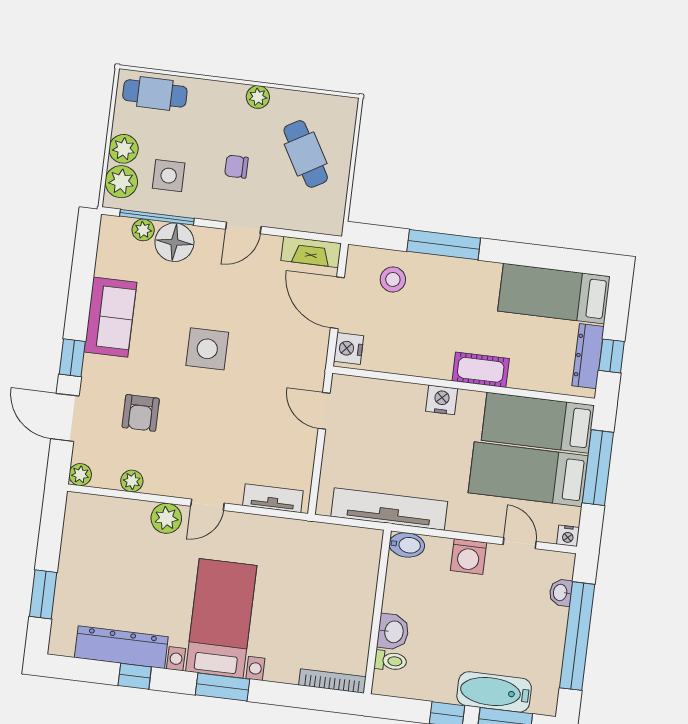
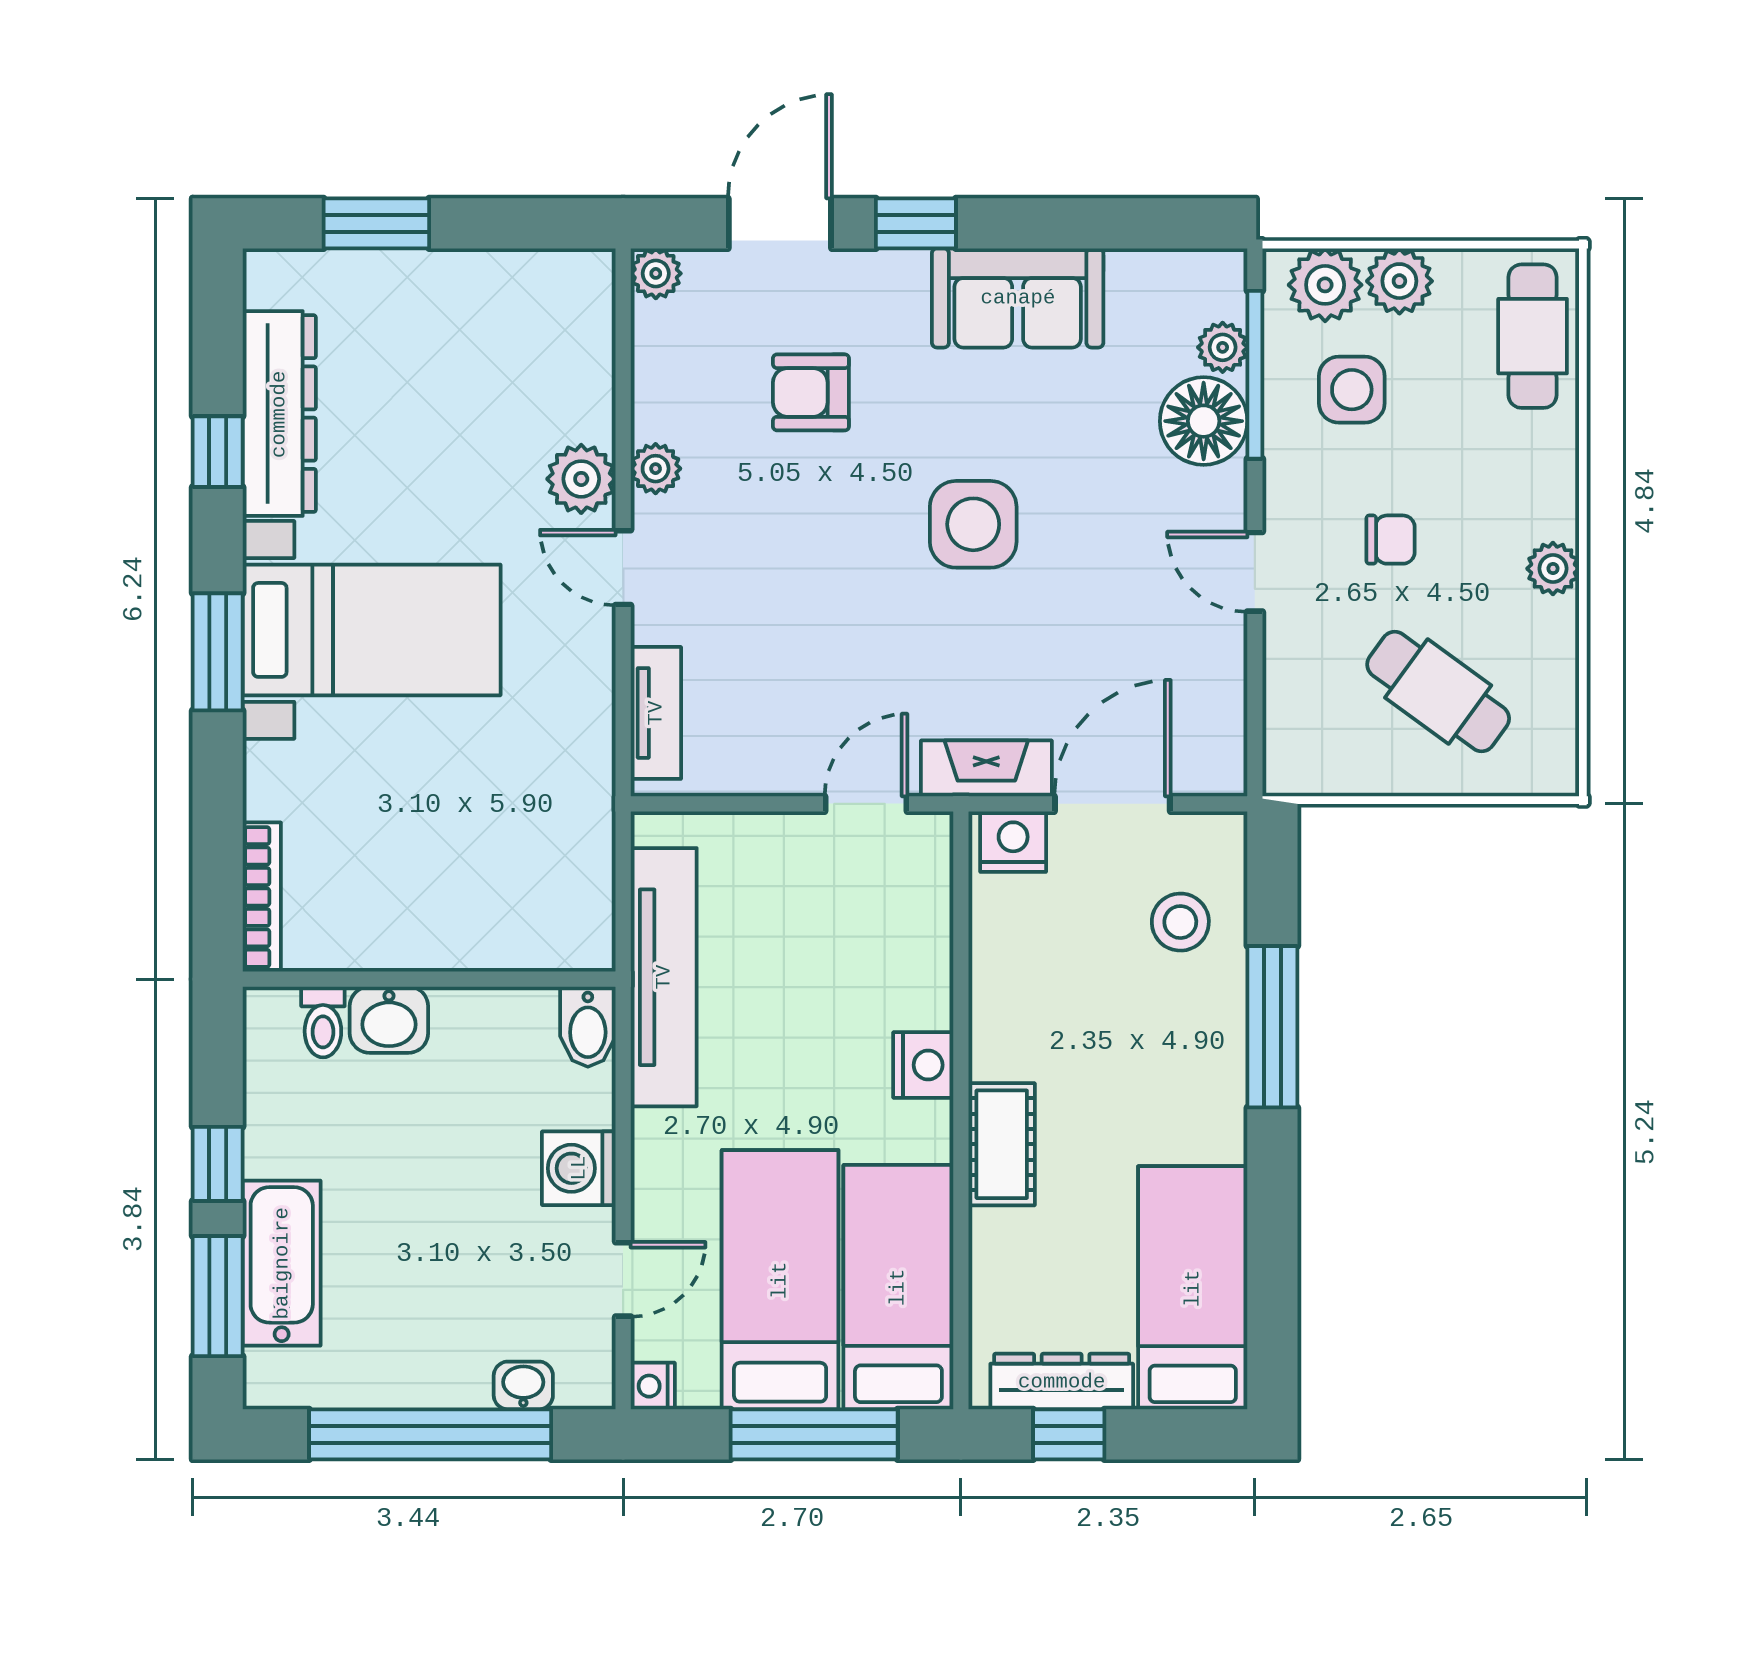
cafe table: (306, 154) -> (1438, 691), turned 66
chair: (236, 167) -> (1391, 540), turned 90
fireplace: (311, 252) -> (986, 768), moved, turned 90
plant: (132, 481) -> (656, 469), moved

